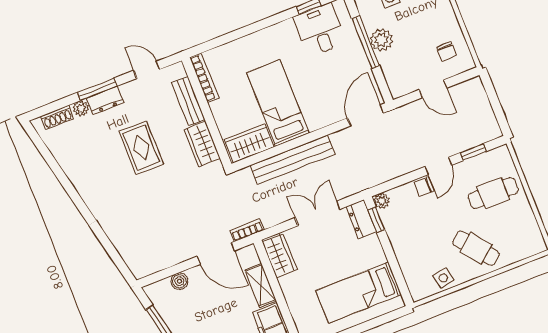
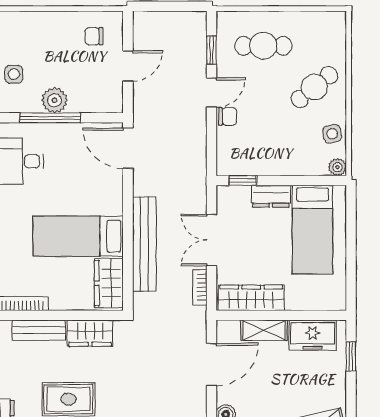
chair: (446, 51) -> (94, 36), turned 180
door: (438, 166) -> (212, 92), hinge flipped
chair: (424, 187) -> (228, 116), turned -90
cafe table: (493, 193) -> (263, 46), turned 90
plant: (382, 201) -> (337, 167), moved
dresser: (361, 219) -> (271, 196), moved
bookcase: (247, 230) -> (200, 287), moved
wardrobe: (280, 256) -> (251, 298), width x1.50

